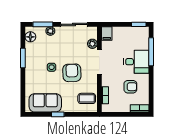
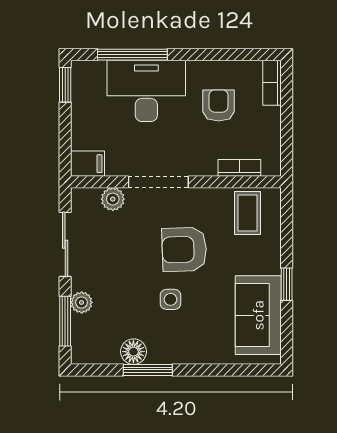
floor lamp: (30, 37) -> (133, 352), moved
desk: (136, 62) -> (146, 91), width x1.37

